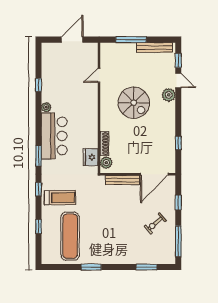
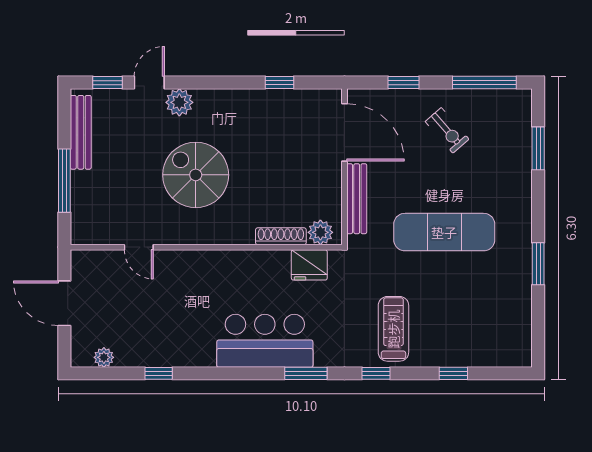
spiral stairs: (134, 103) -> (196, 175), turned -90
plant: (46, 107) -> (104, 357), moved
exercise mat: (70, 236) -> (444, 232), moved

